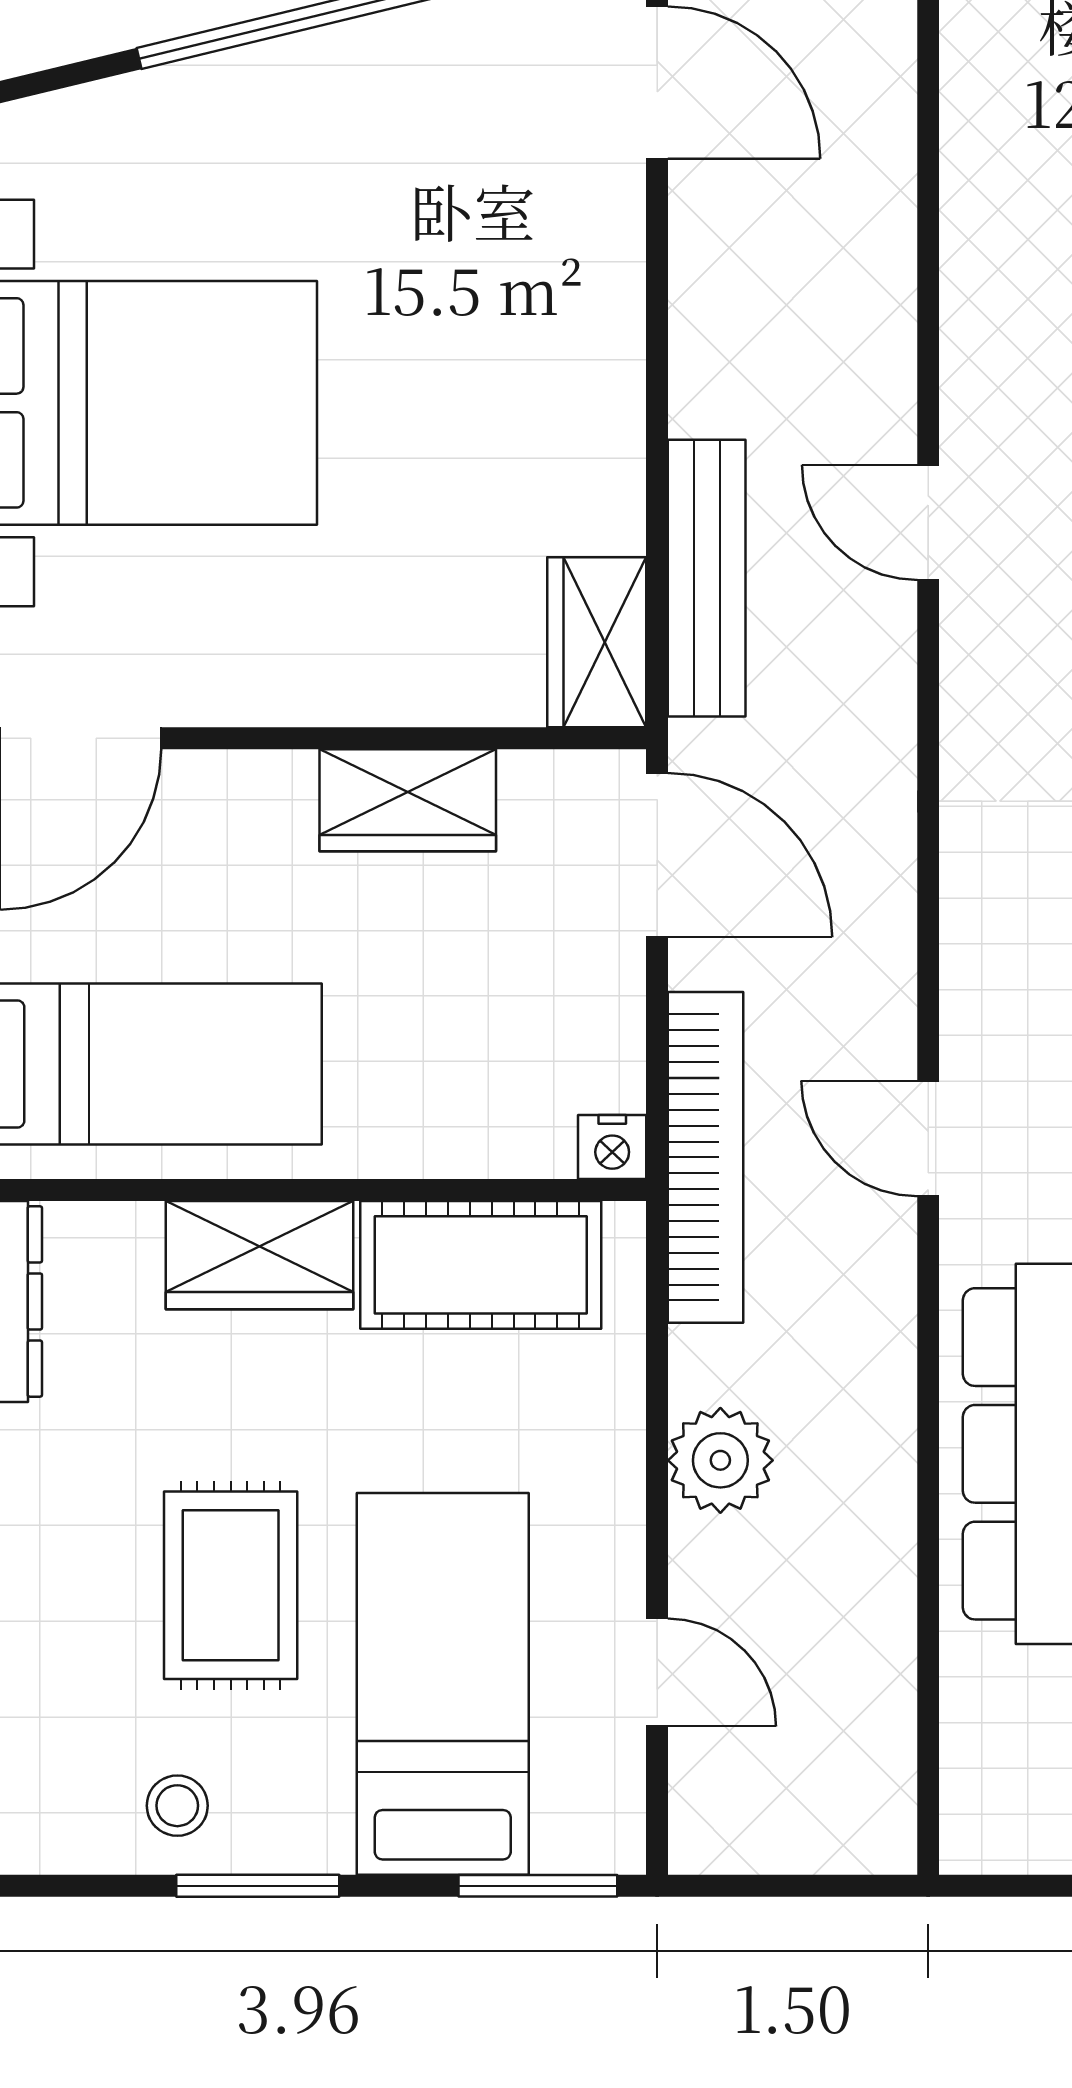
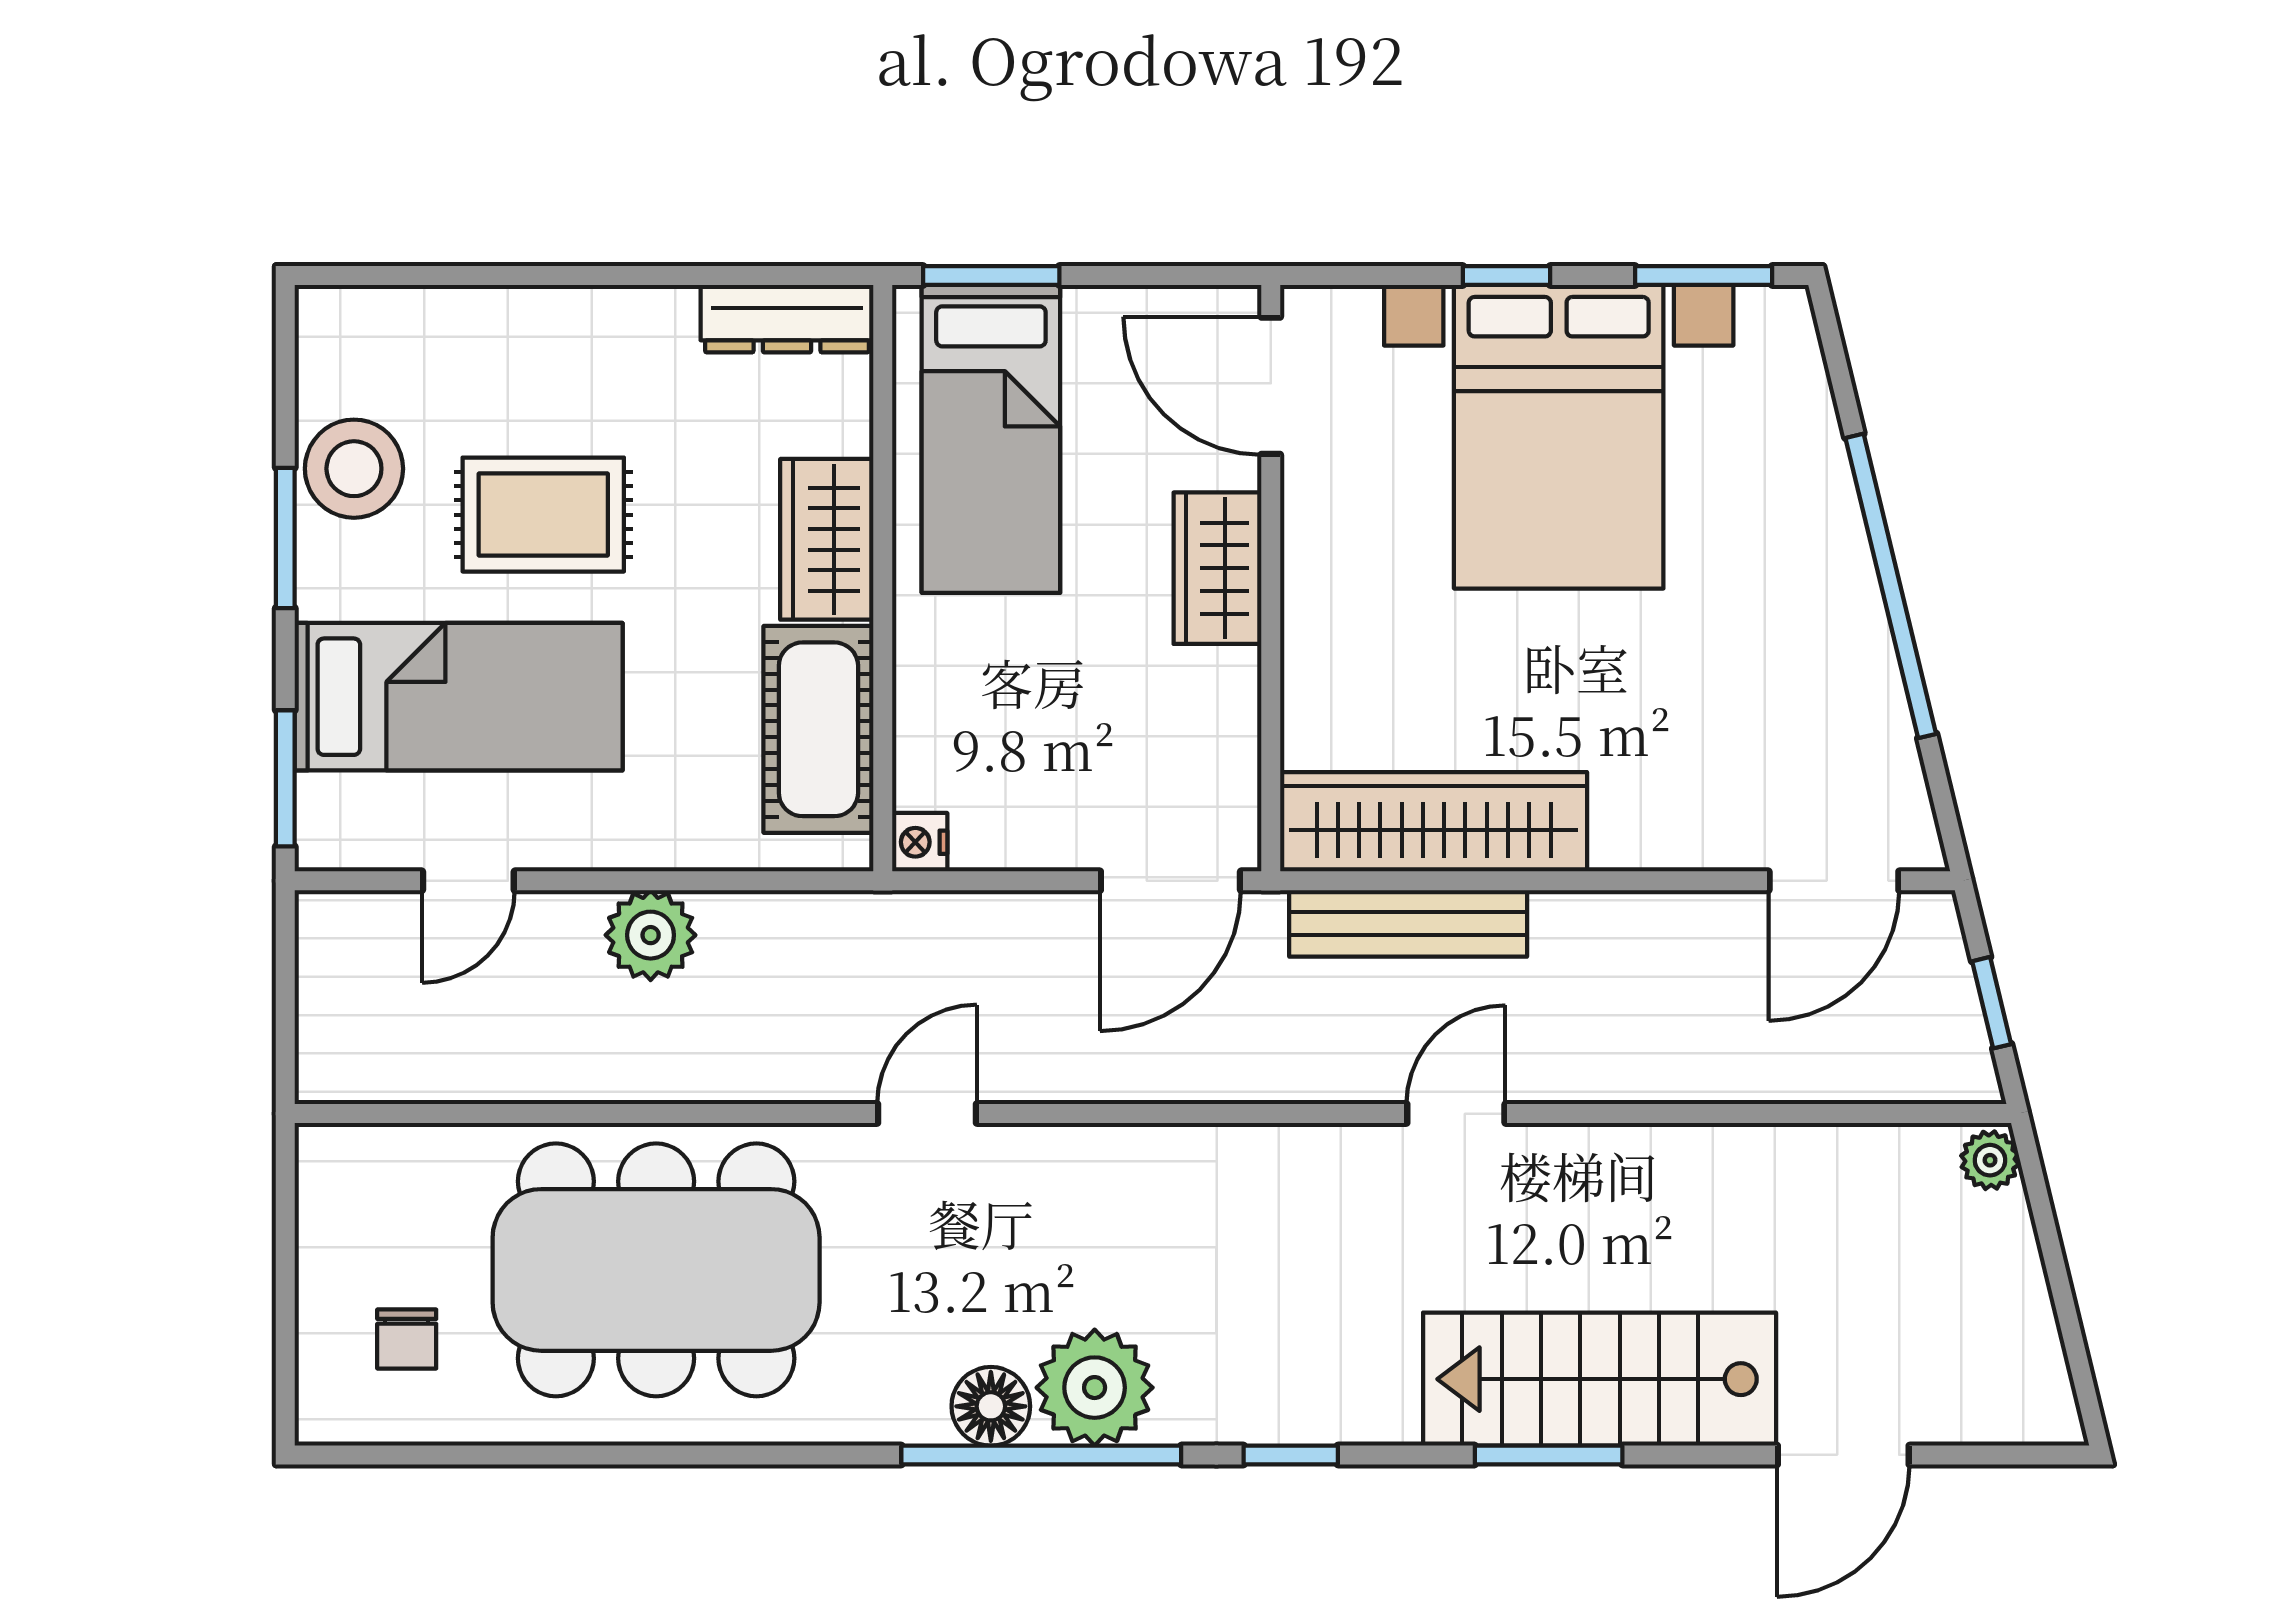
wardrobe: (597, 642) -> (1434, 822), width x2.10, depth x1.17
wardrobe: (408, 800) -> (1217, 568), moved
bookcase: (705, 1157) -> (911, 922), removed
stool: (177, 1806) -> (354, 469), width x1.89, depth x1.89

